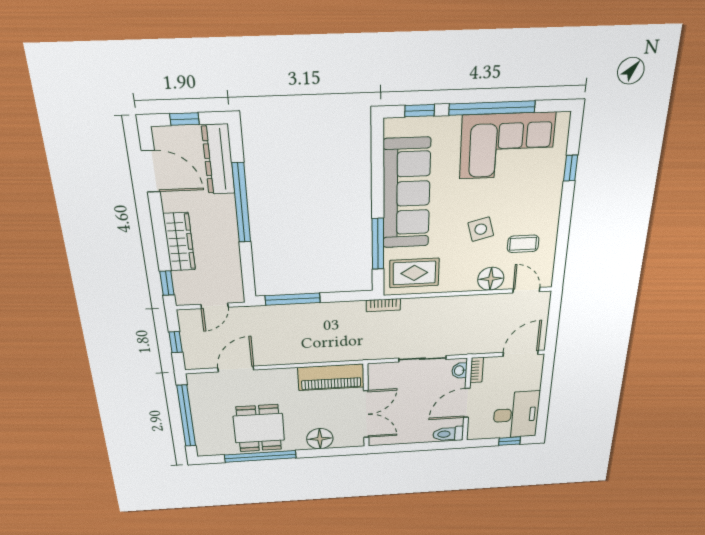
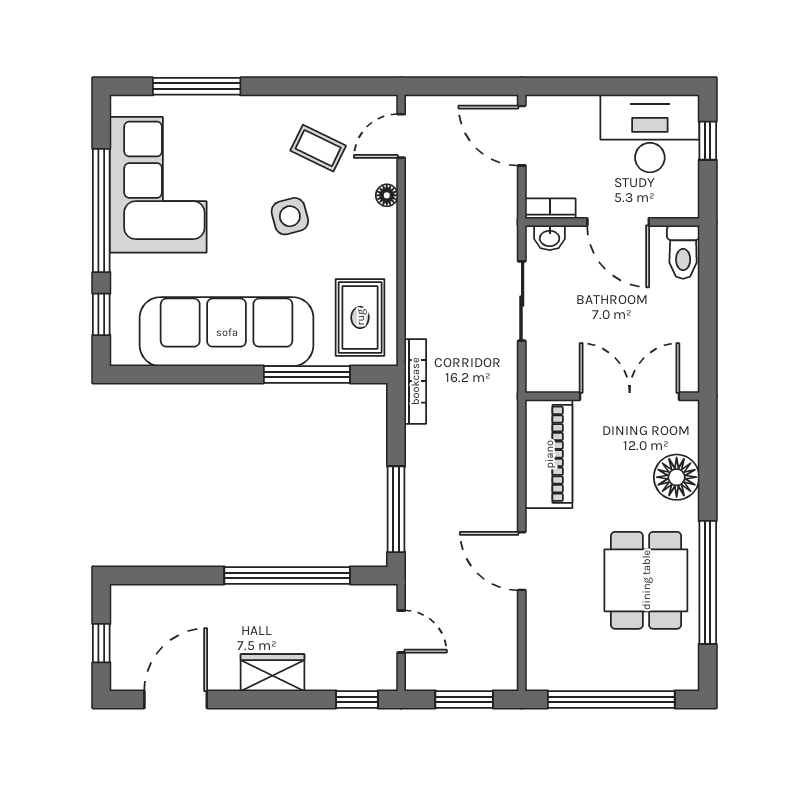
dresser: (218, 159) -> (162, 602), removed
window: (571, 168) -> (197, 86), width x2.17
window: (241, 203) -> (287, 575), moved
wardrobe: (179, 242) -> (273, 673), width x0.67
coffee table: (523, 244) -> (318, 148), turned -64
floor lamp: (491, 279) -> (387, 195), width x0.53, depth x0.53
bookcase: (383, 305) -> (415, 381), width x1.56
window: (176, 342) -> (464, 699), width x1.50
door: (236, 369) -> (522, 561), moved
dining table: (259, 428) -> (646, 580), turned 90

